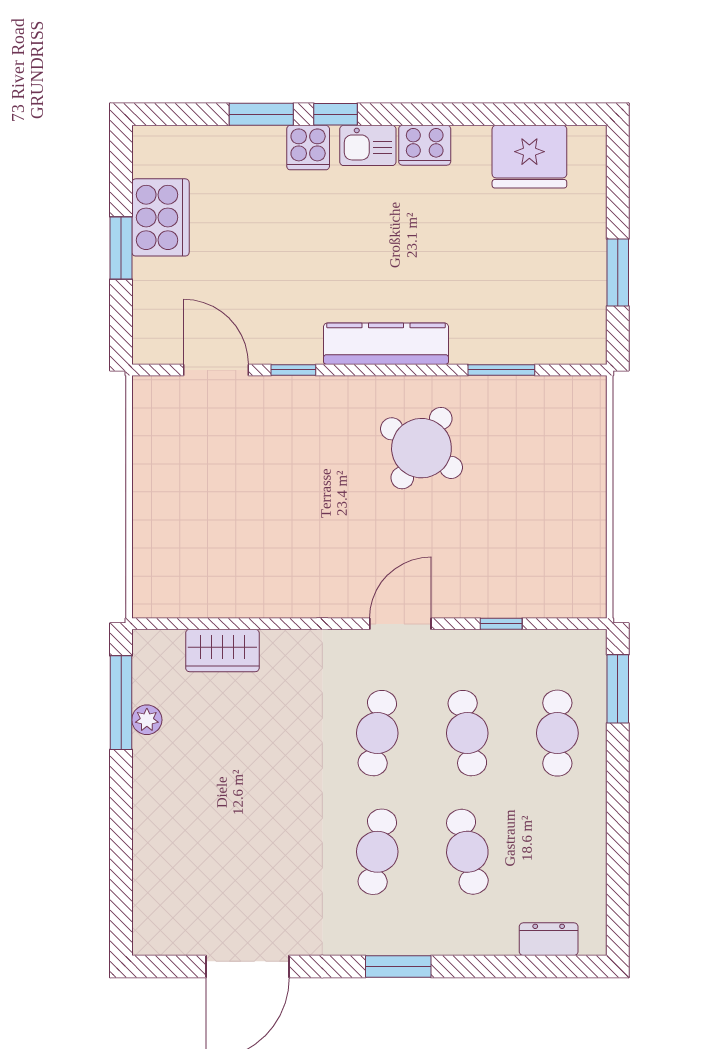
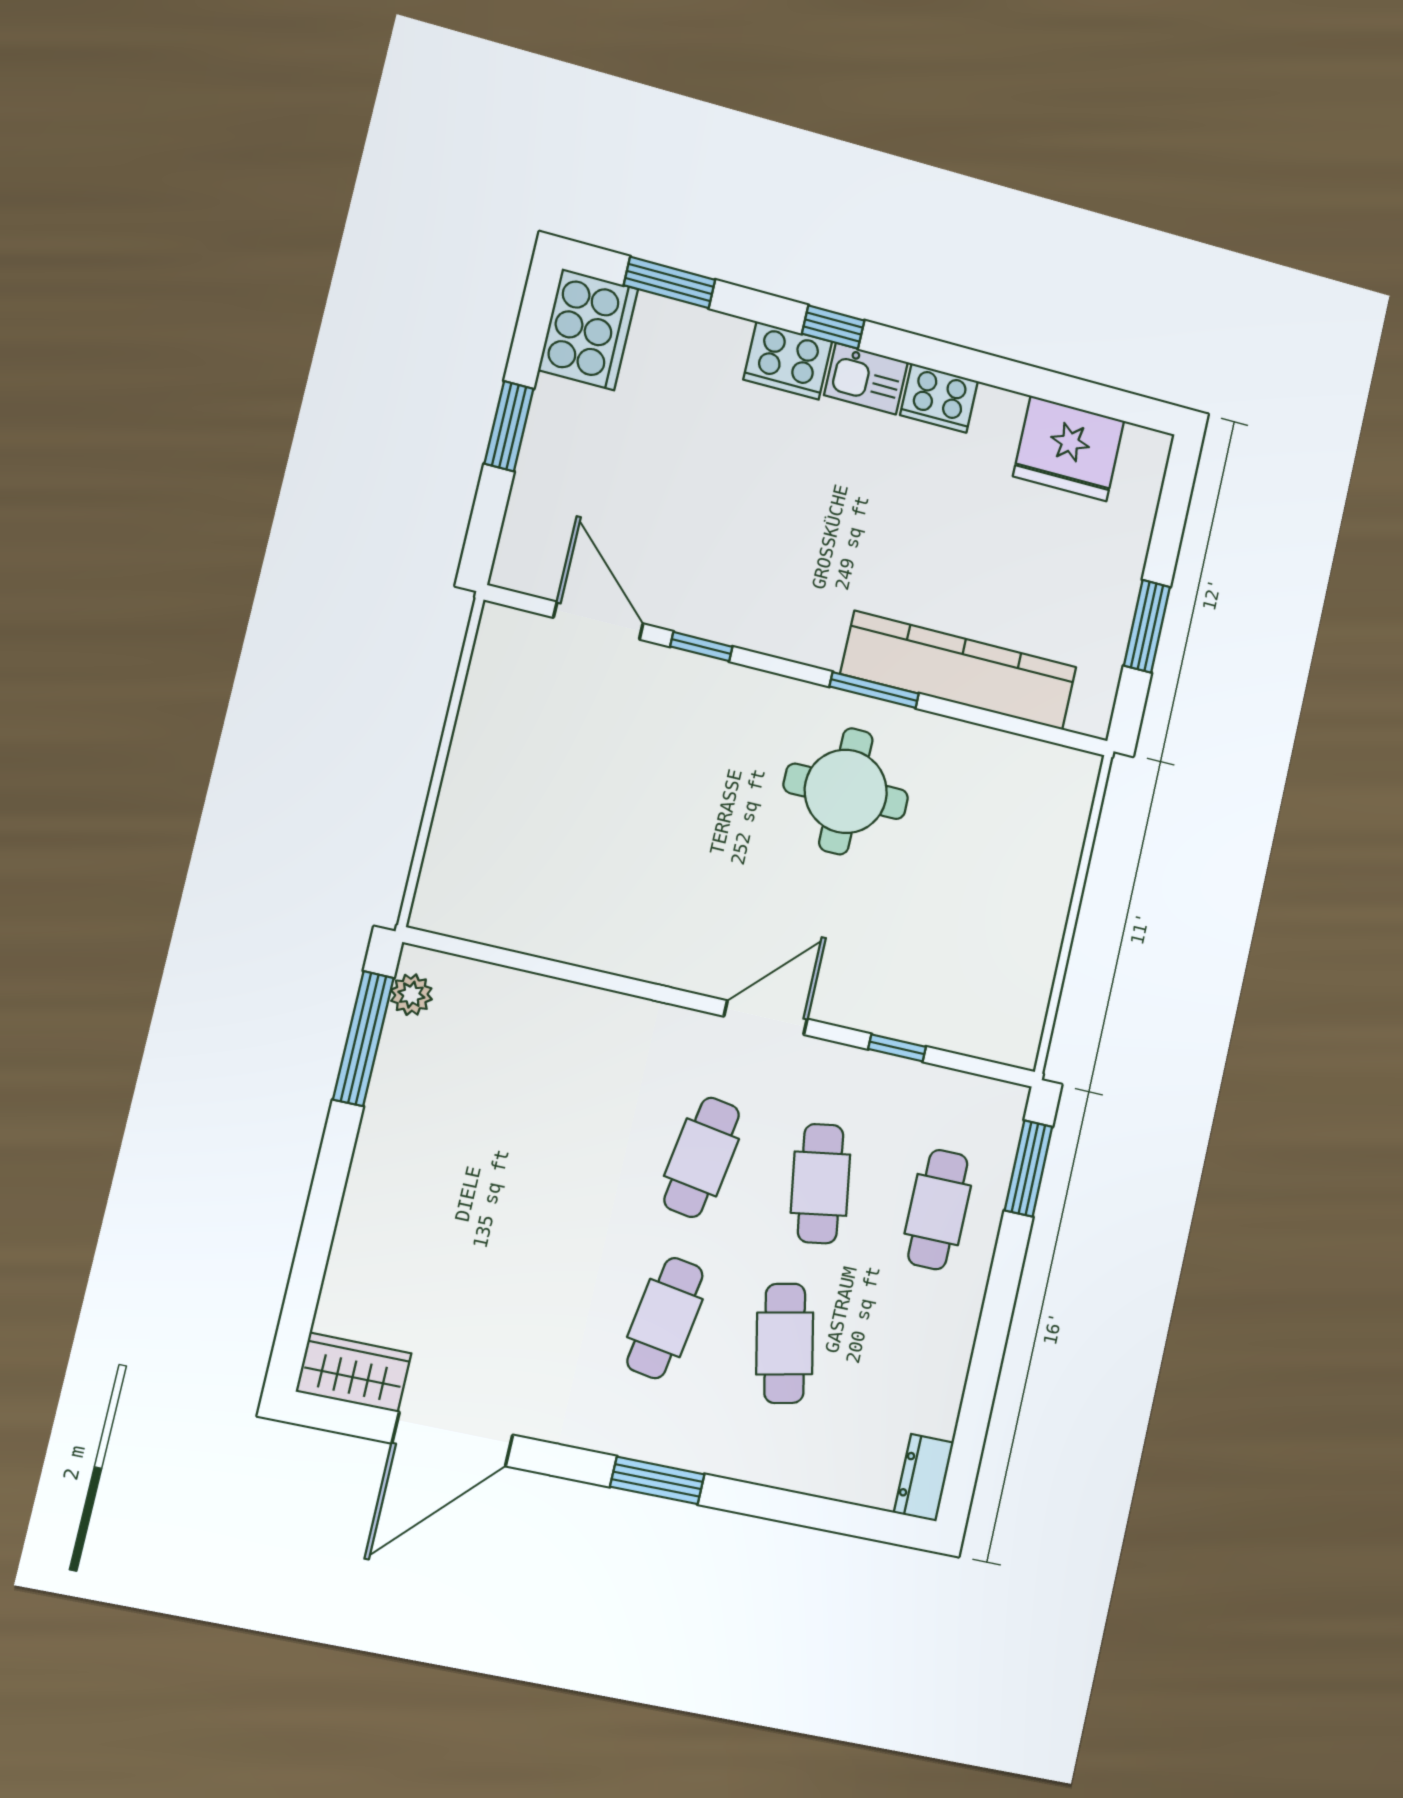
window: (261, 114) -> (669, 282), moved
cooker: (308, 148) -> (788, 361), width x1.36
cooker: (160, 217) -> (588, 329), moved
kitchen counter: (386, 344) -> (959, 670), moved, width x1.39, depth x1.17
window: (501, 370) -> (874, 690), moved
round table: (421, 448) -> (846, 791), turned -33
wardrobe: (222, 650) -> (354, 1372), moved, turned 180
plant: (147, 720) -> (411, 995), moved
dresser: (549, 939) -> (924, 1478), moved, turned -90

